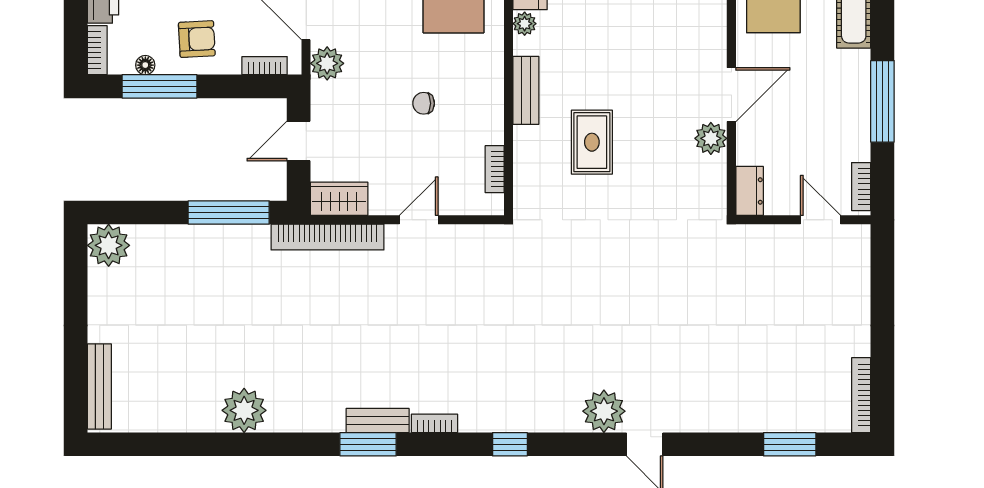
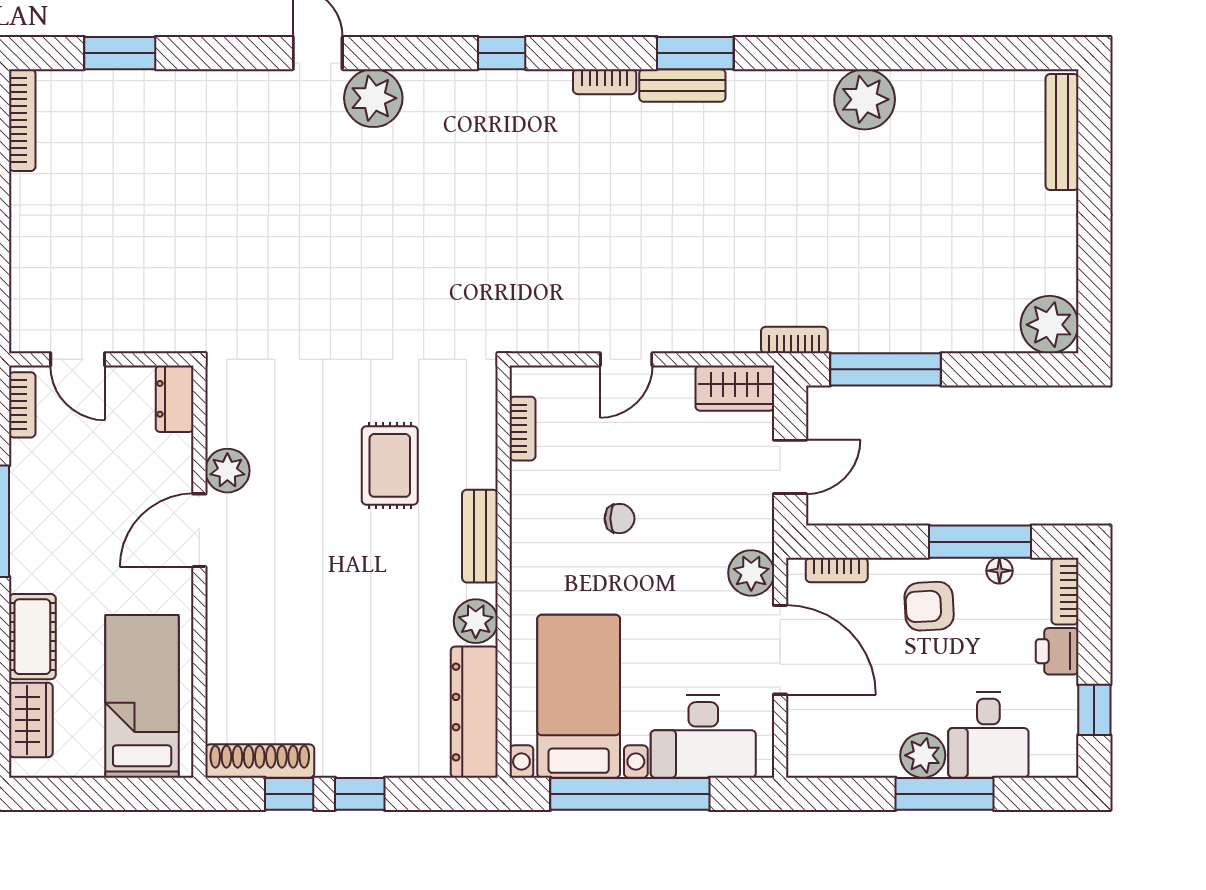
plant: (525, 24) -> (476, 621), width x1.38, depth x1.38
bookcase: (328, 237) -> (794, 340), width x0.43, depth x0.76

